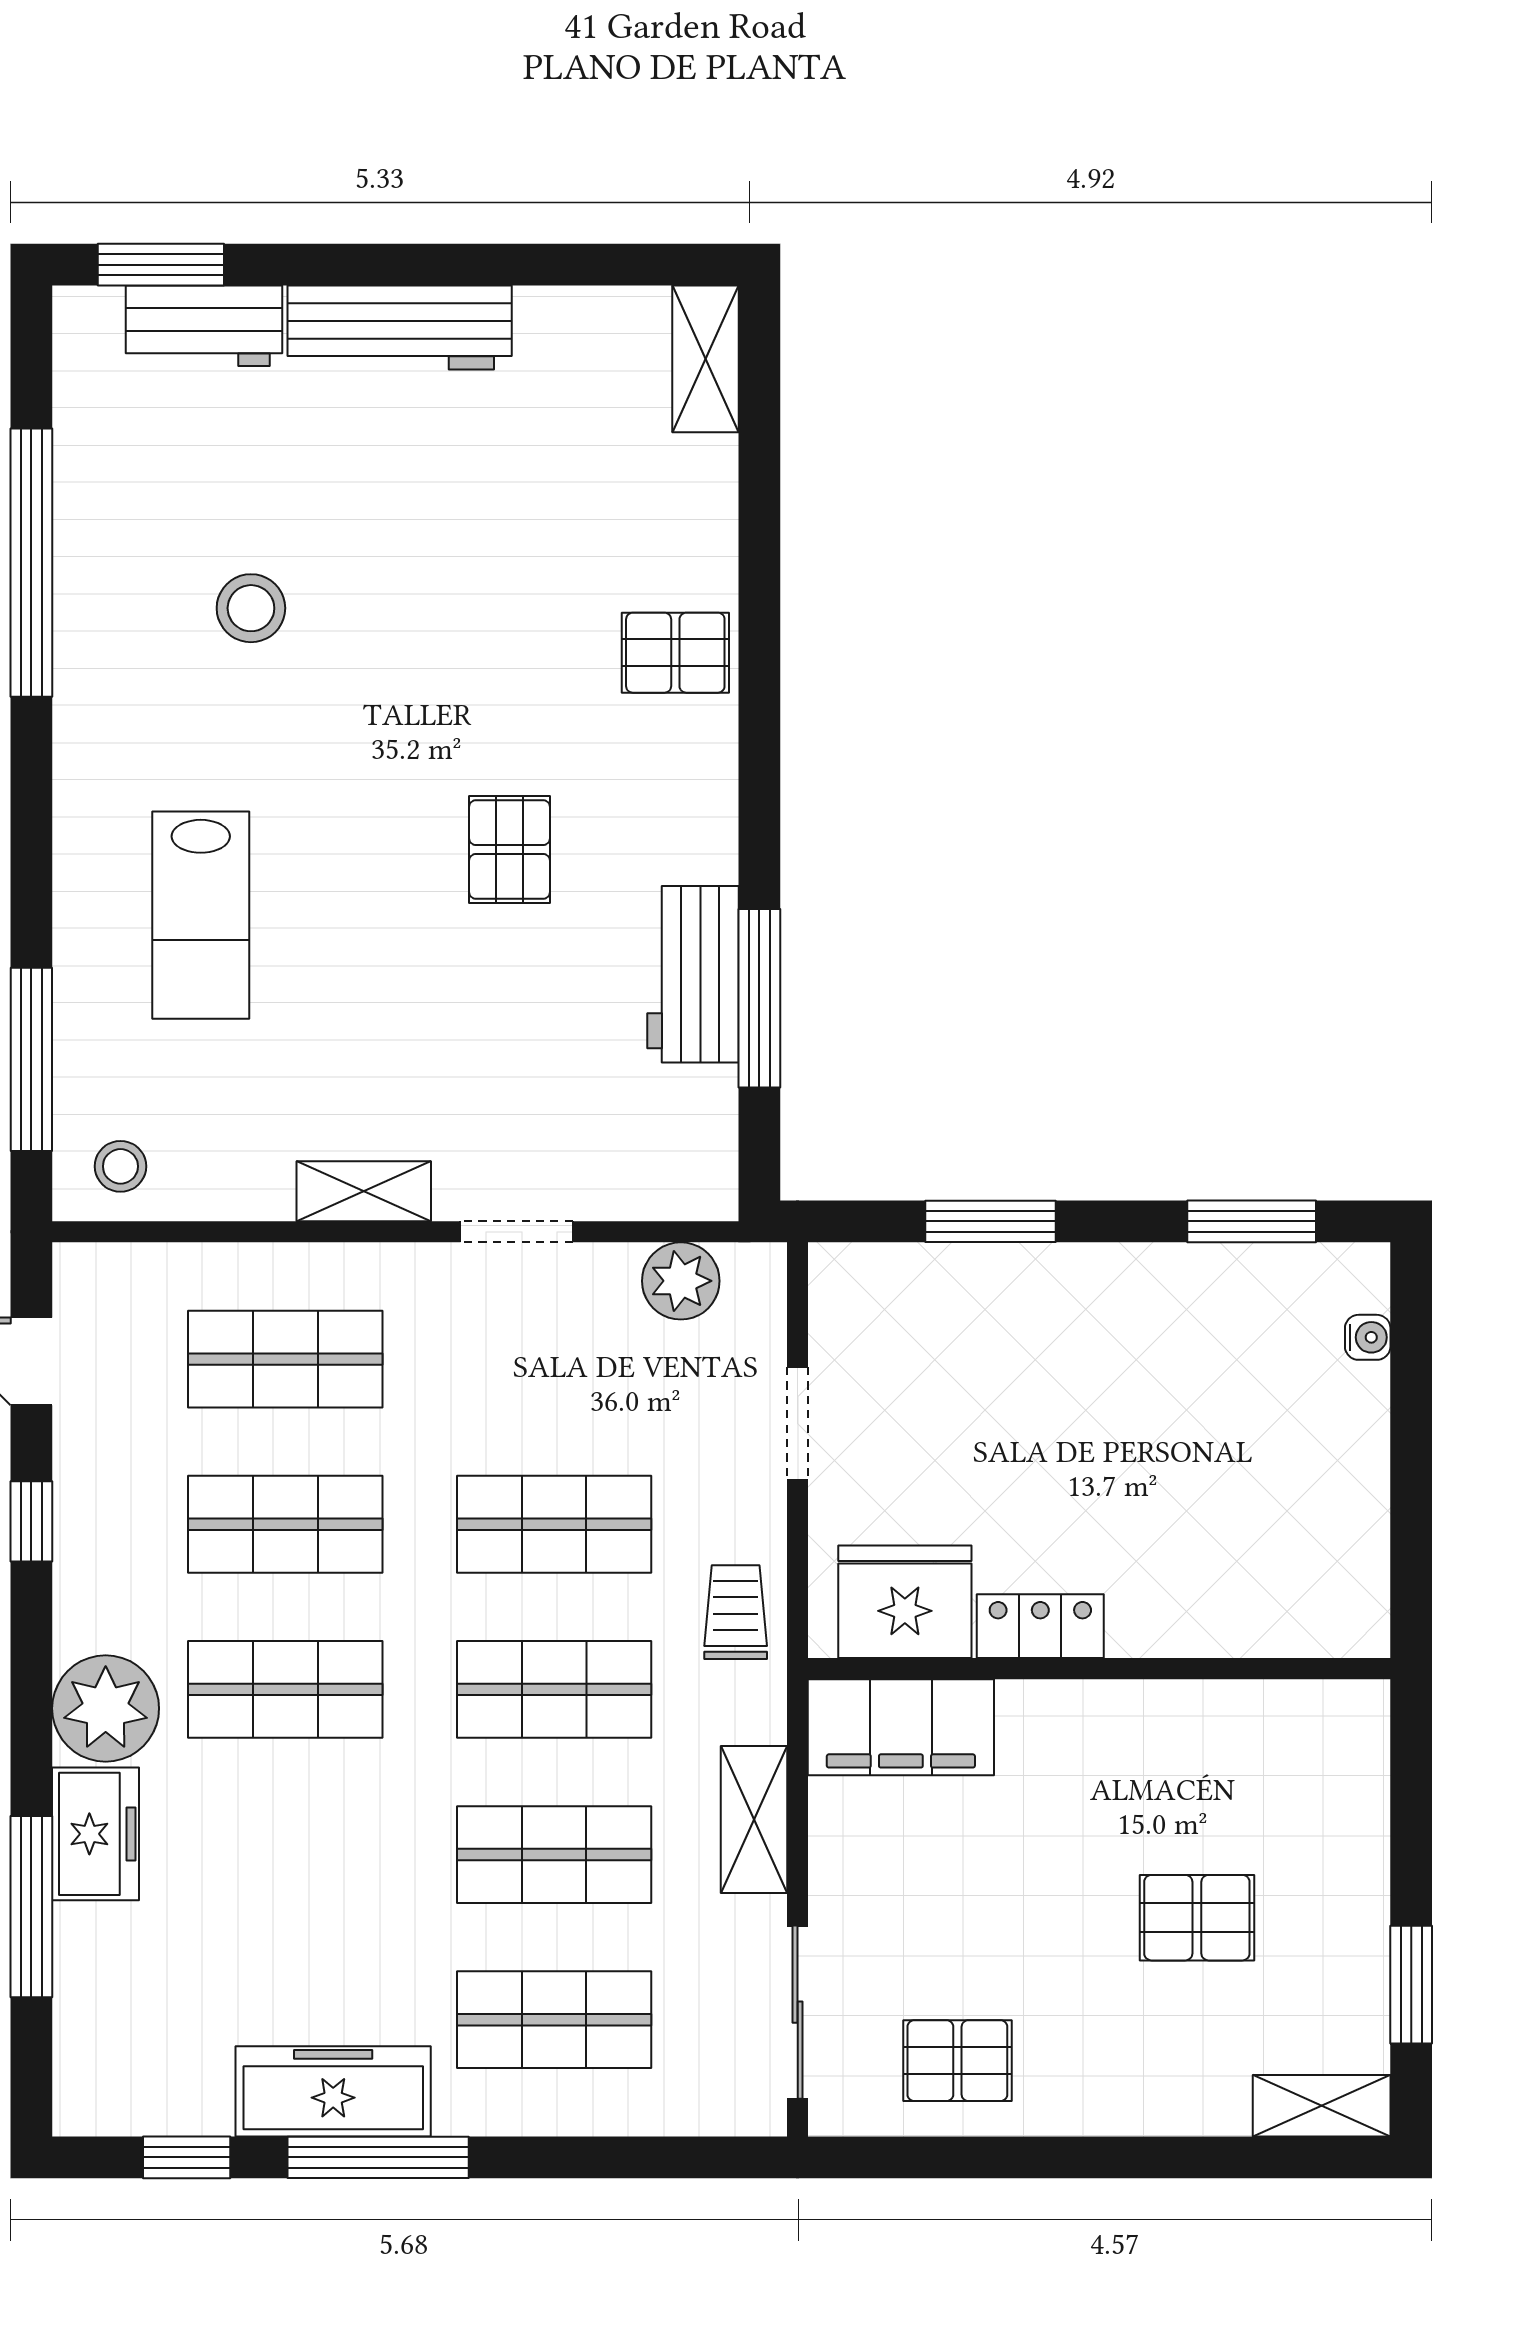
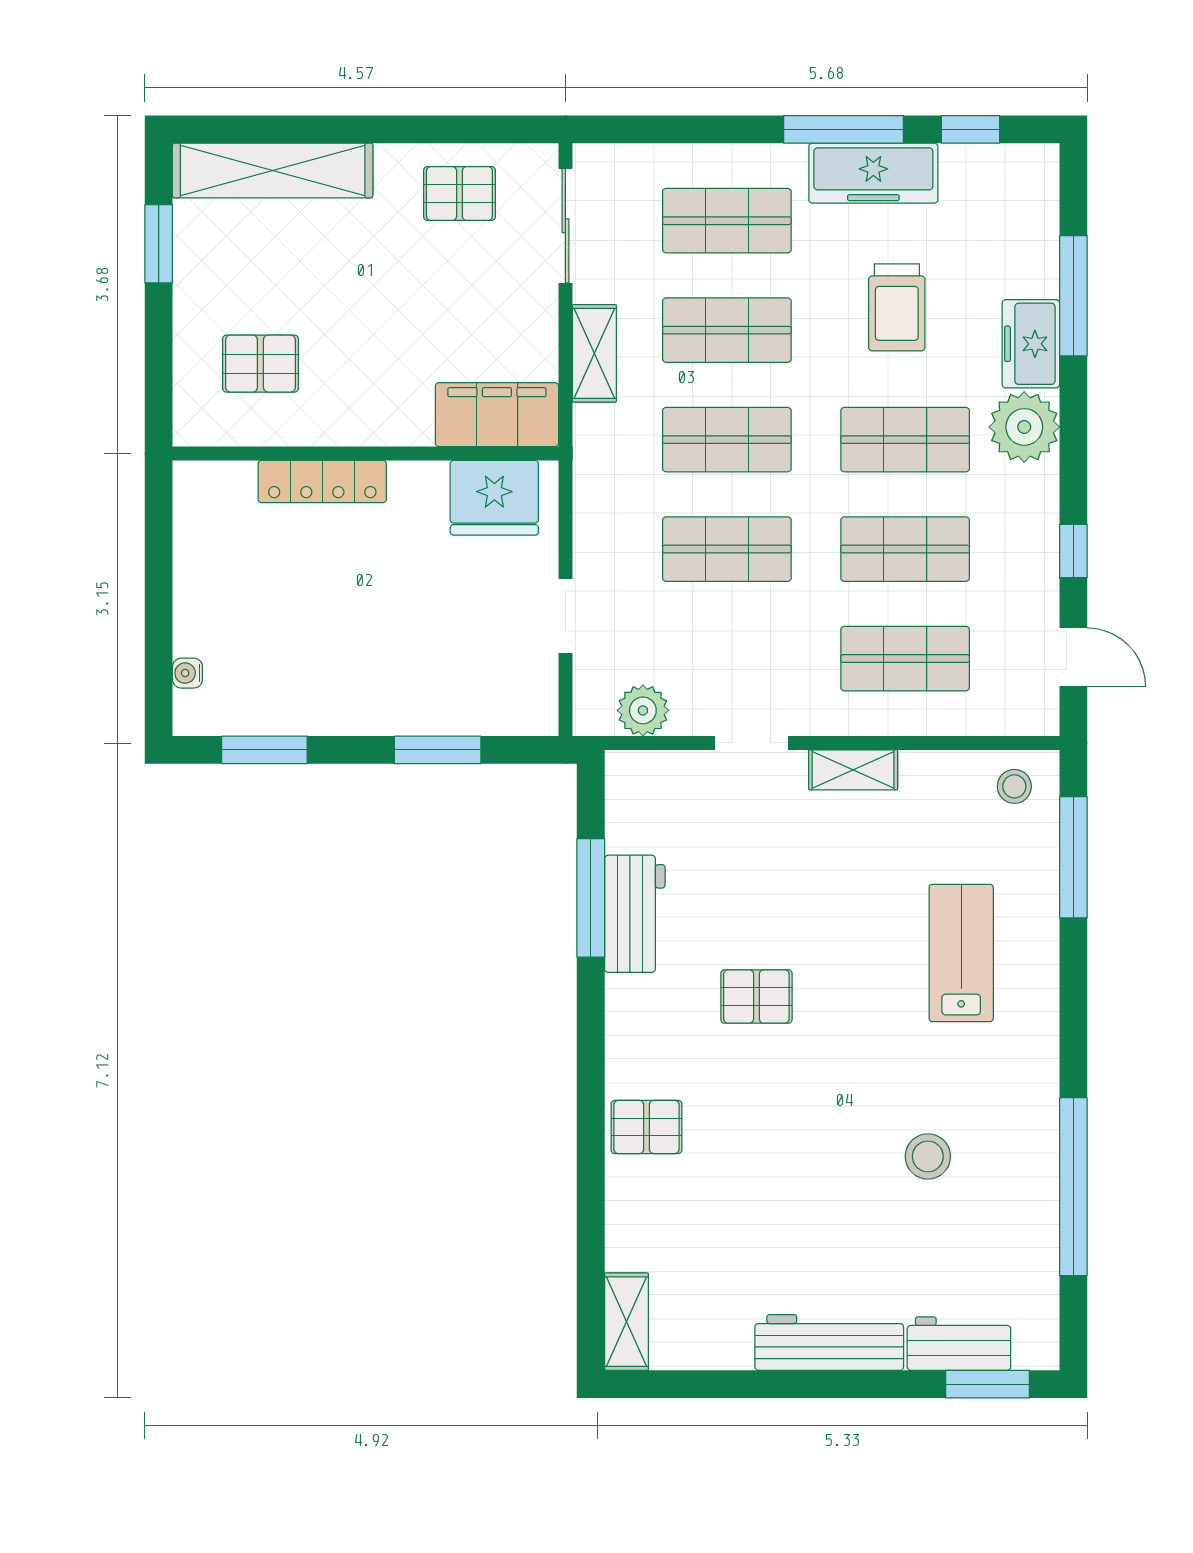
pallet: (509, 849) -> (756, 996), turned 90
trolley: (736, 1612) -> (897, 307), moved, width x1.36, depth x1.39
locker: (1040, 1626) -> (322, 482), moved, width x1.53
pallet: (1197, 1918) -> (260, 364), moved
shelving: (1322, 2106) -> (273, 170), width x2.20, depth x1.33

